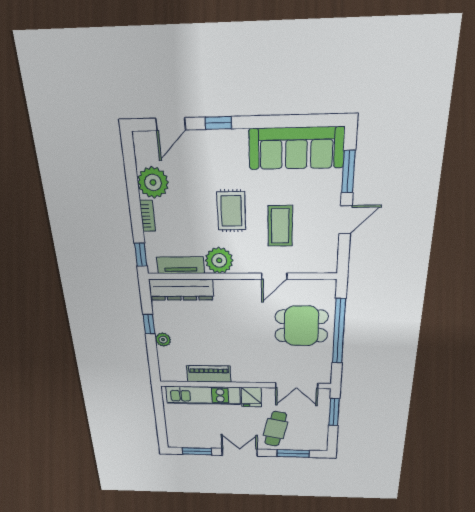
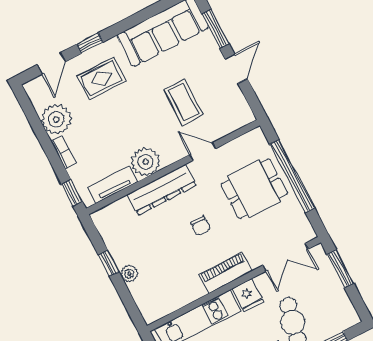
rug: (231, 211) -> (101, 78), moved, turned 90
door: (274, 276) -> (203, 152), swing flipped
dresser: (181, 290) -> (162, 190), moved
chair: (241, 332) -> (201, 226), added
piano: (209, 374) -> (226, 273), moved

